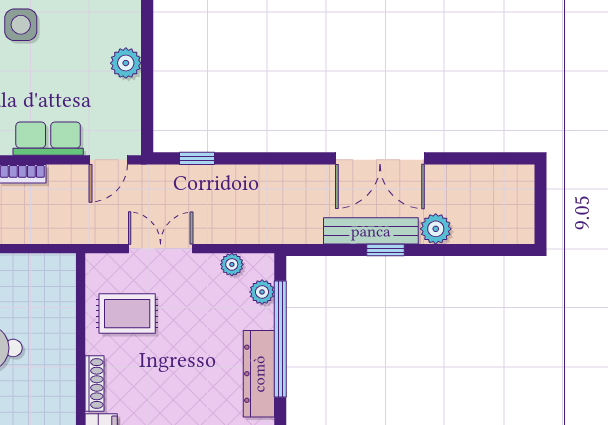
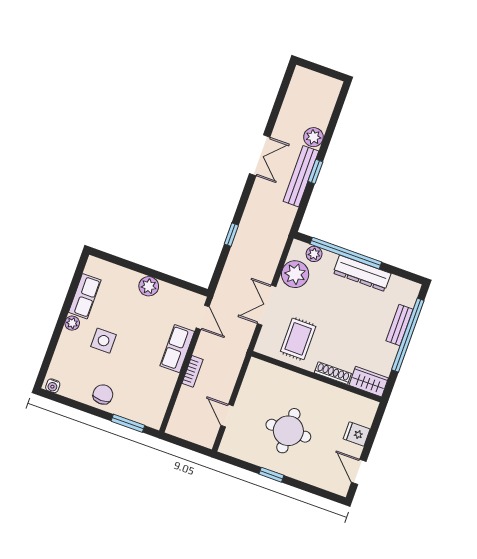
window: (197, 158) -> (231, 235), moved
double door: (380, 158) -> (260, 155), width x0.73
plant: (232, 264) -> (295, 274), width x1.88, depth x1.88

